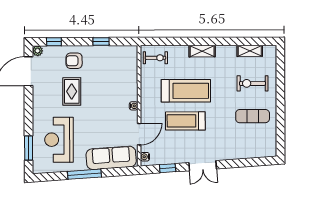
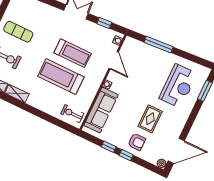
window: (54, 42) -> (126, 155), moved
shelving: (202, 51) -> (17, 93), moved
door: (139, 134) -> (114, 60), swing flipped
sofa: (111, 158) -> (101, 110), moved, turned -86
window: (84, 174) -> (159, 45), moved

